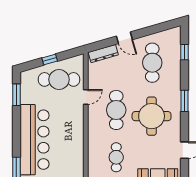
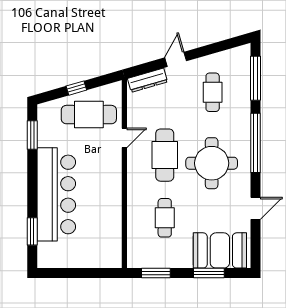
door: (124, 38) -> (176, 59), swing flipped
window: (185, 52) -> (255, 78), width x2.17
cafe table: (152, 63) -> (213, 92), width x0.73, depth x0.74
window: (185, 101) -> (255, 143), width x2.11

